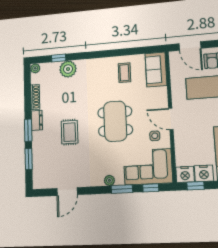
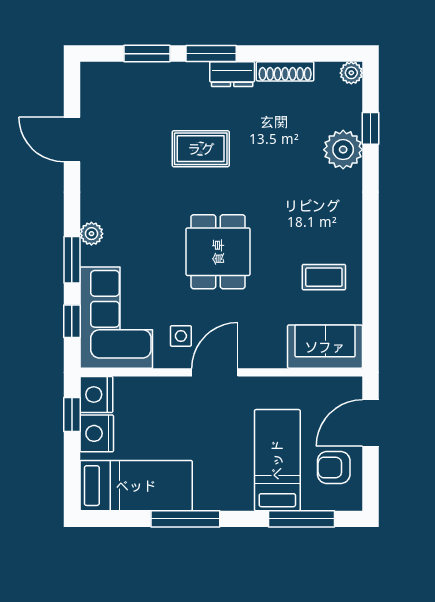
dining table: (115, 121) -> (218, 252), width x0.73

